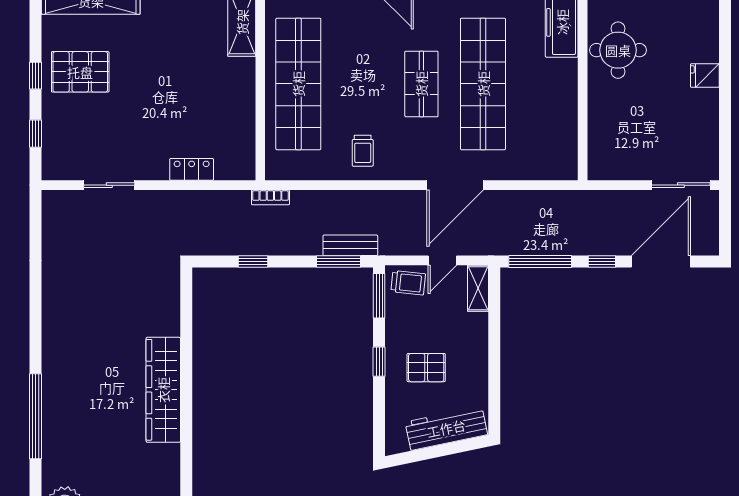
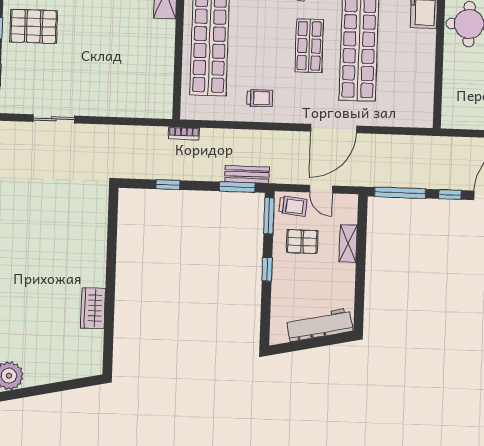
trolley: (363, 151) -> (260, 98), turned -90
locker: (192, 169) -> (121, 108), removed
door: (442, 260) -> (321, 189), hinge flipped
shelving: (478, 288) -> (348, 243), moved
pallet: (426, 368) -> (302, 242), moved
wardrobe: (163, 390) -> (93, 308), width x0.48, depth x0.85

